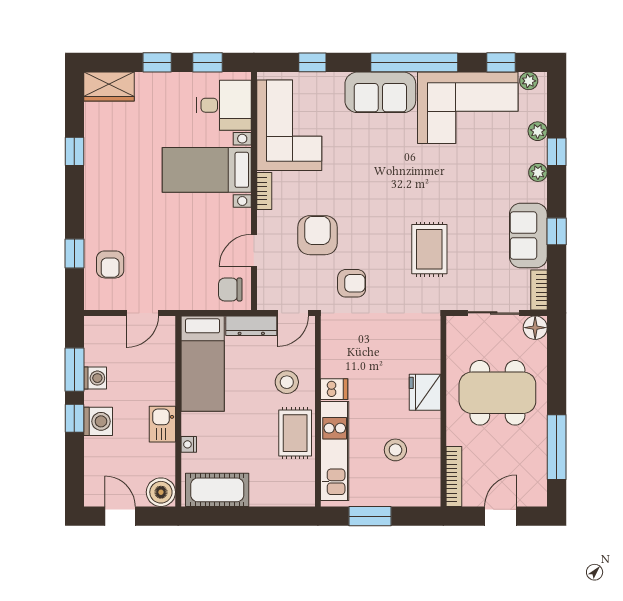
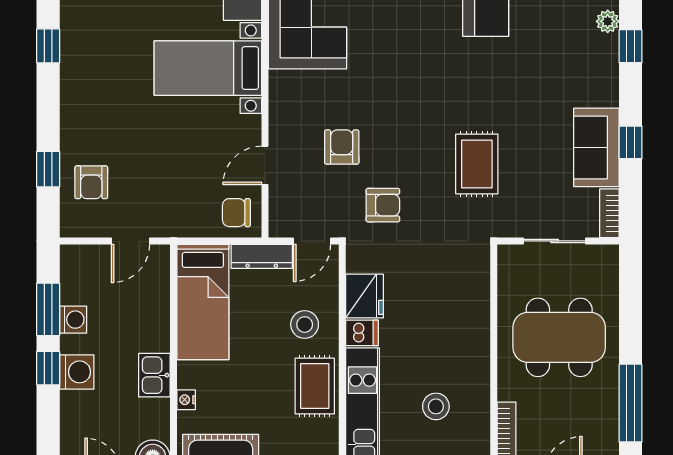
plant: (538, 172) -> (608, 71), removed
bookcase: (264, 191) -> (277, 94), removed
armchair: (317, 235) -> (342, 147), width x0.72, depth x0.72
floor lamp: (535, 328) -> (605, 259), removed
fridge: (425, 392) -> (364, 296), moved, turned 180

